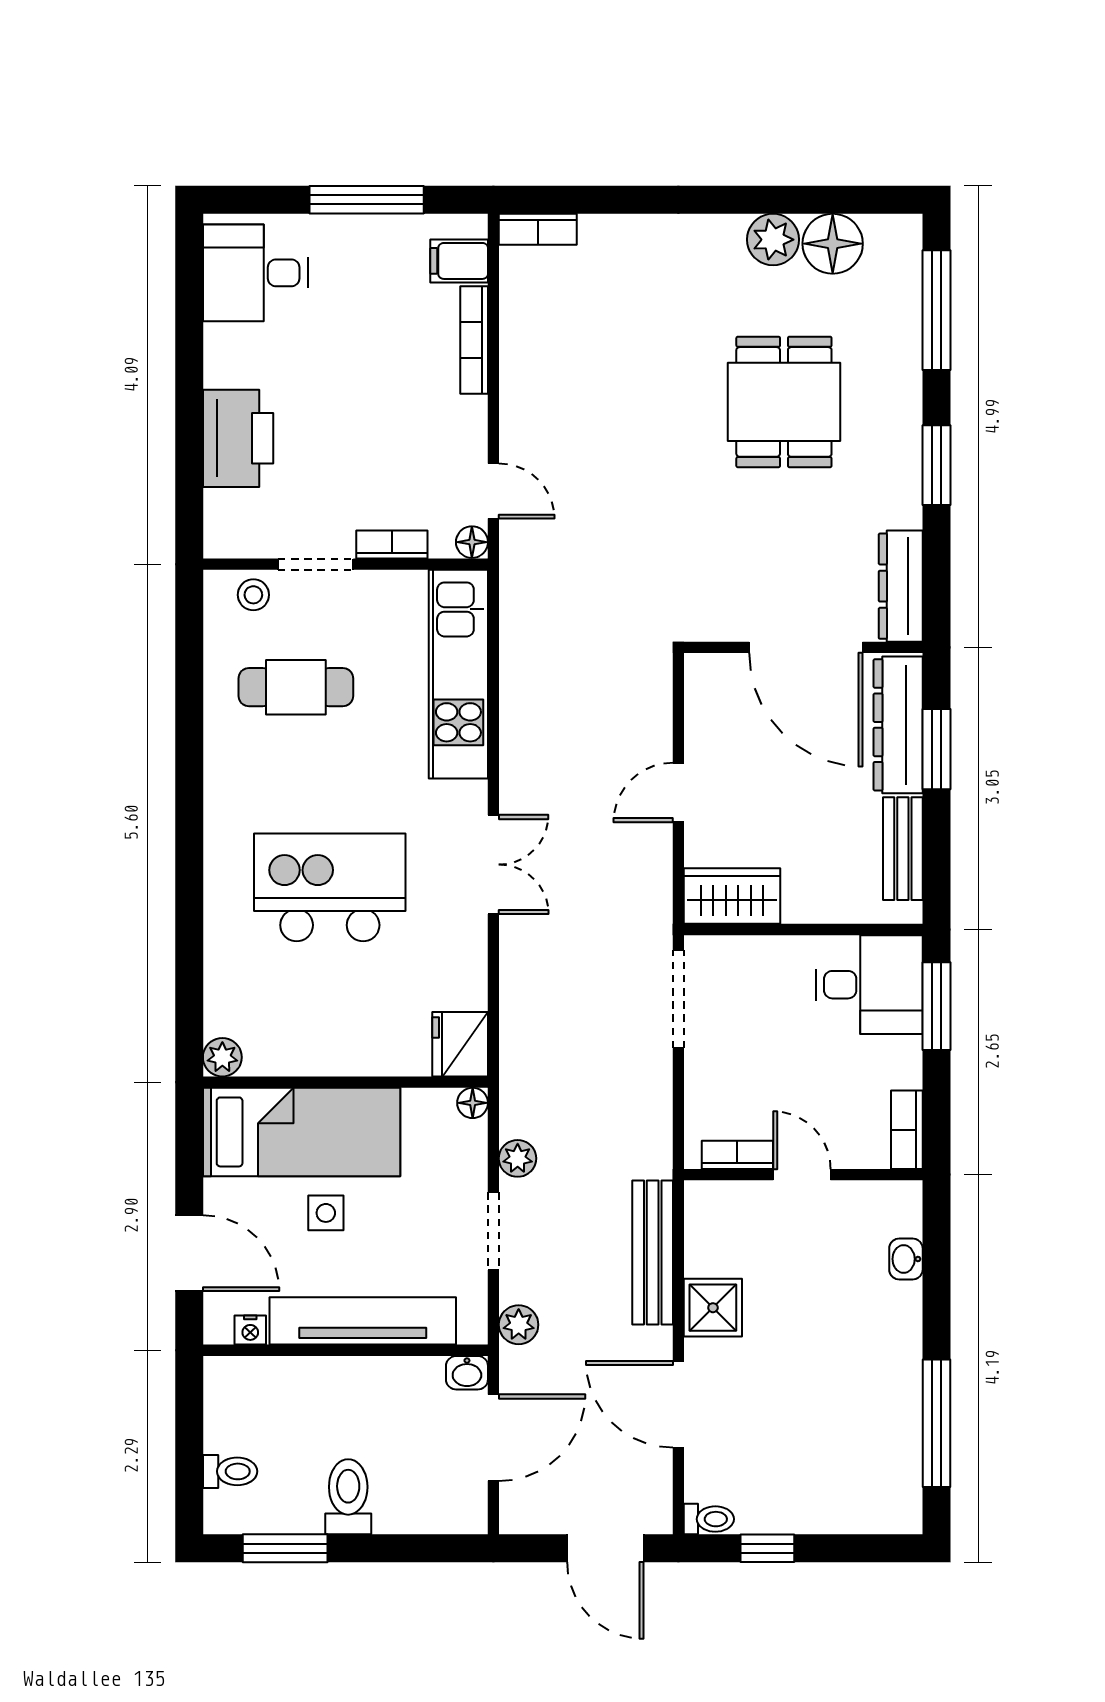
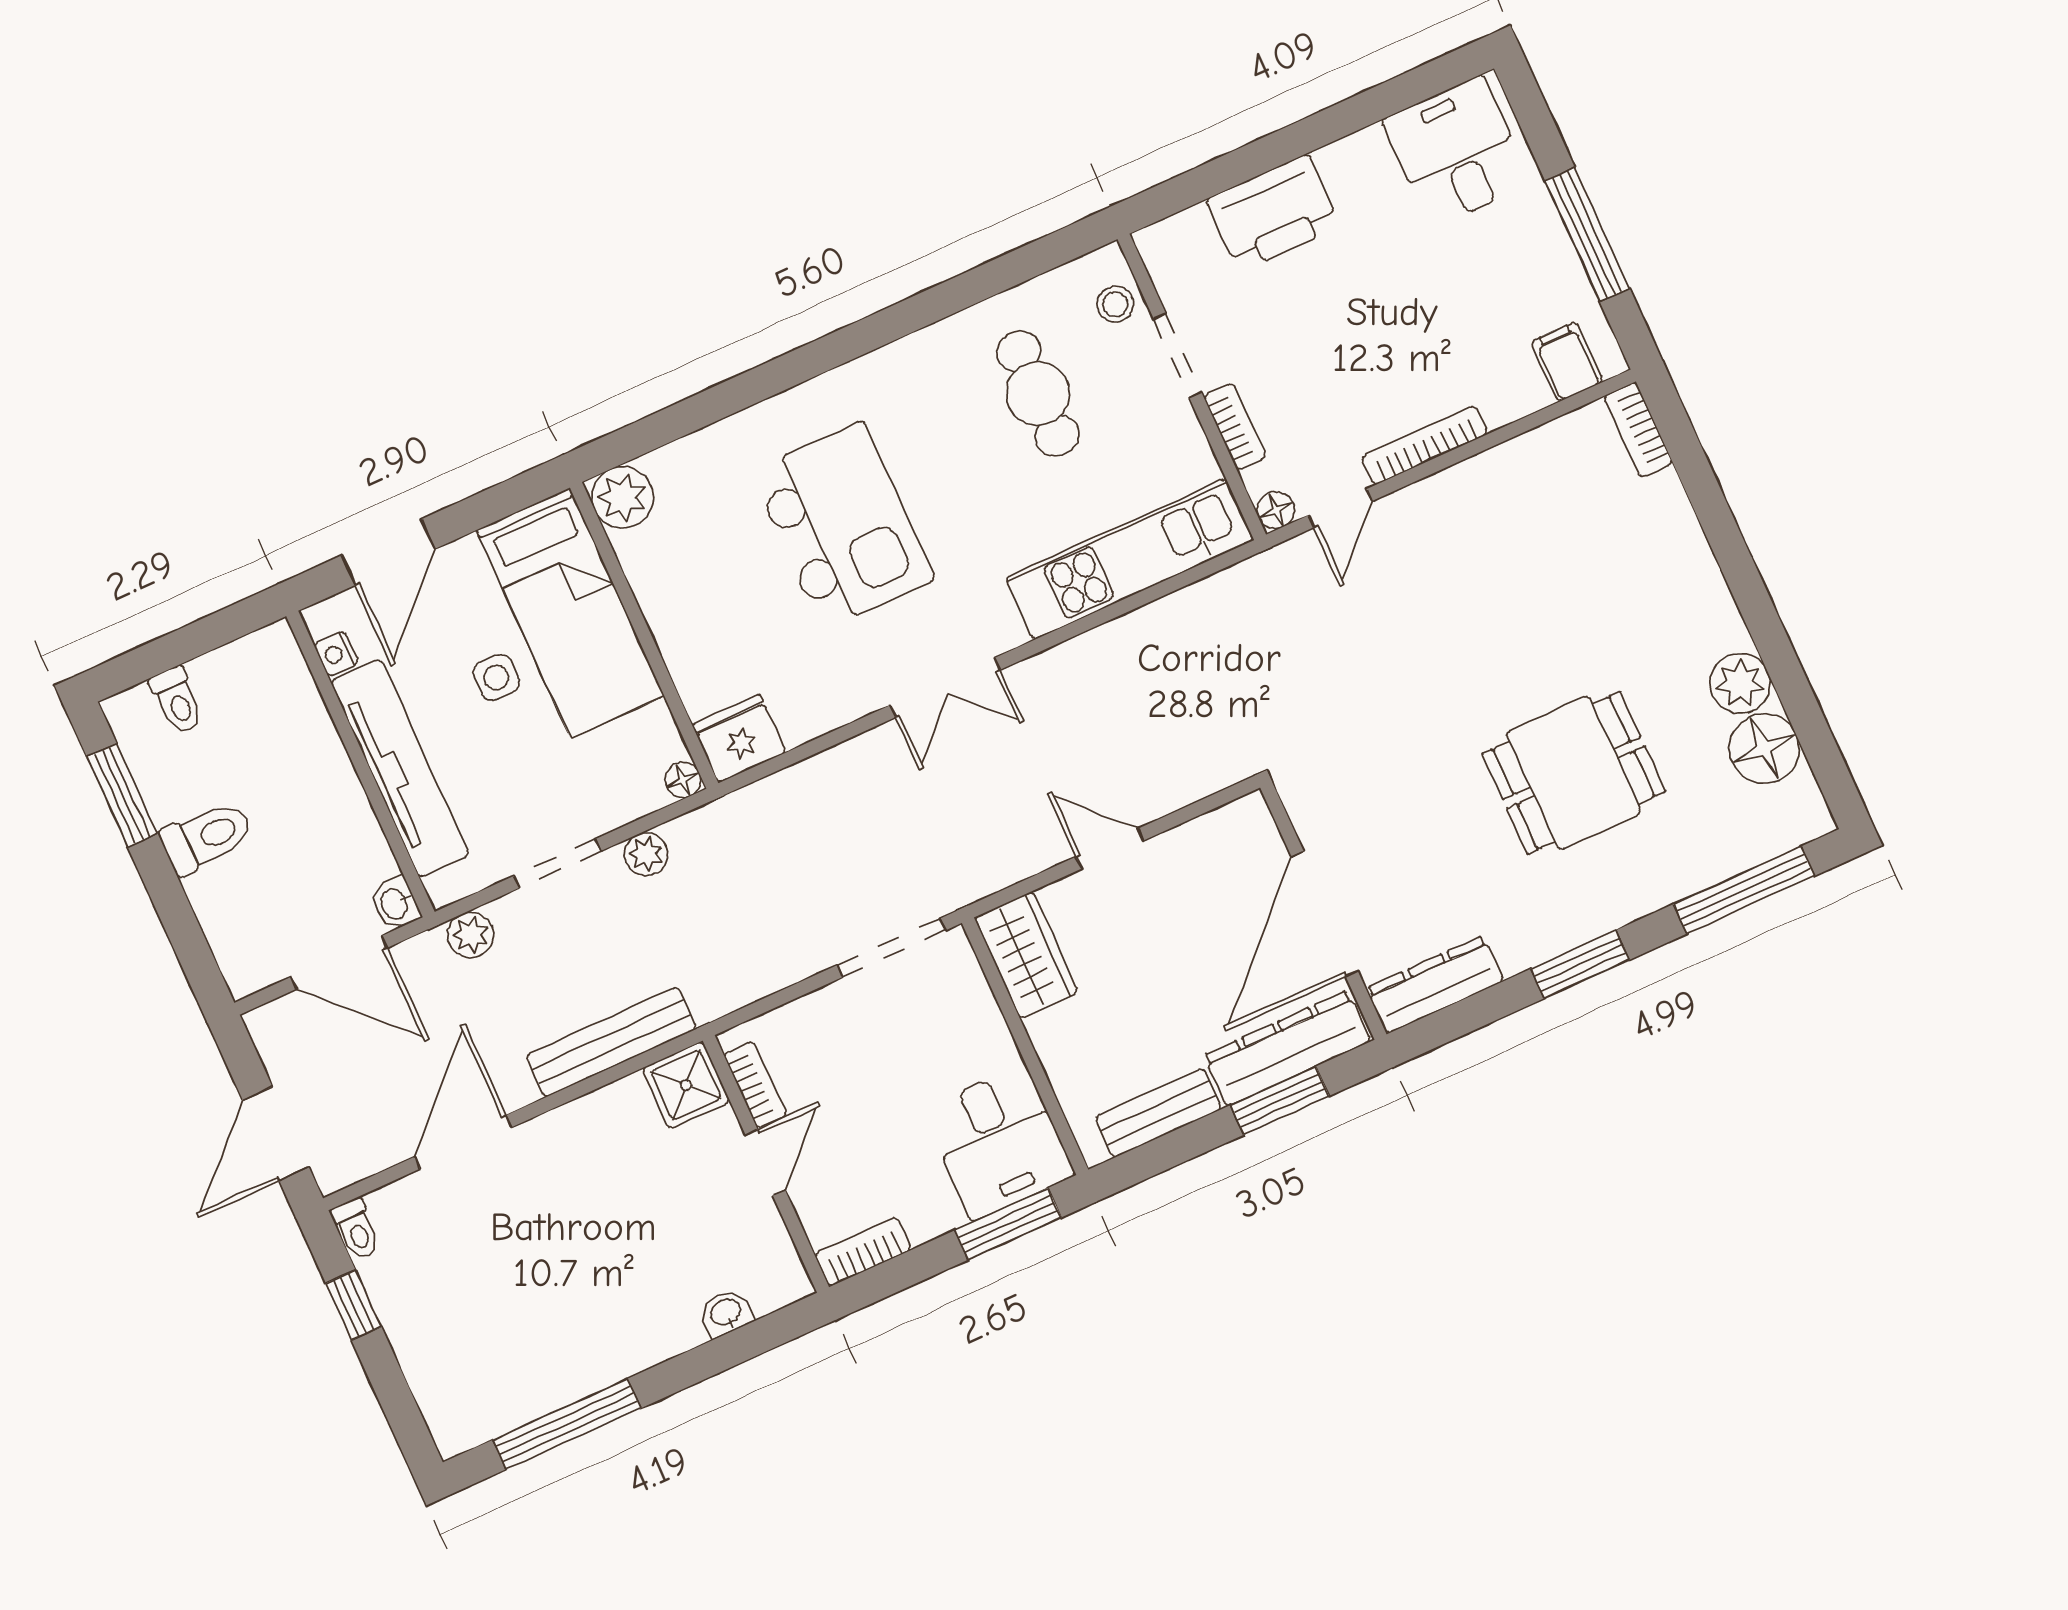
bookcase: (474, 340) -> (1425, 445), moved
plant: (222, 1057) -> (622, 497), width x1.38, depth x1.38
shower: (713, 1308) -> (686, 1085), moved

